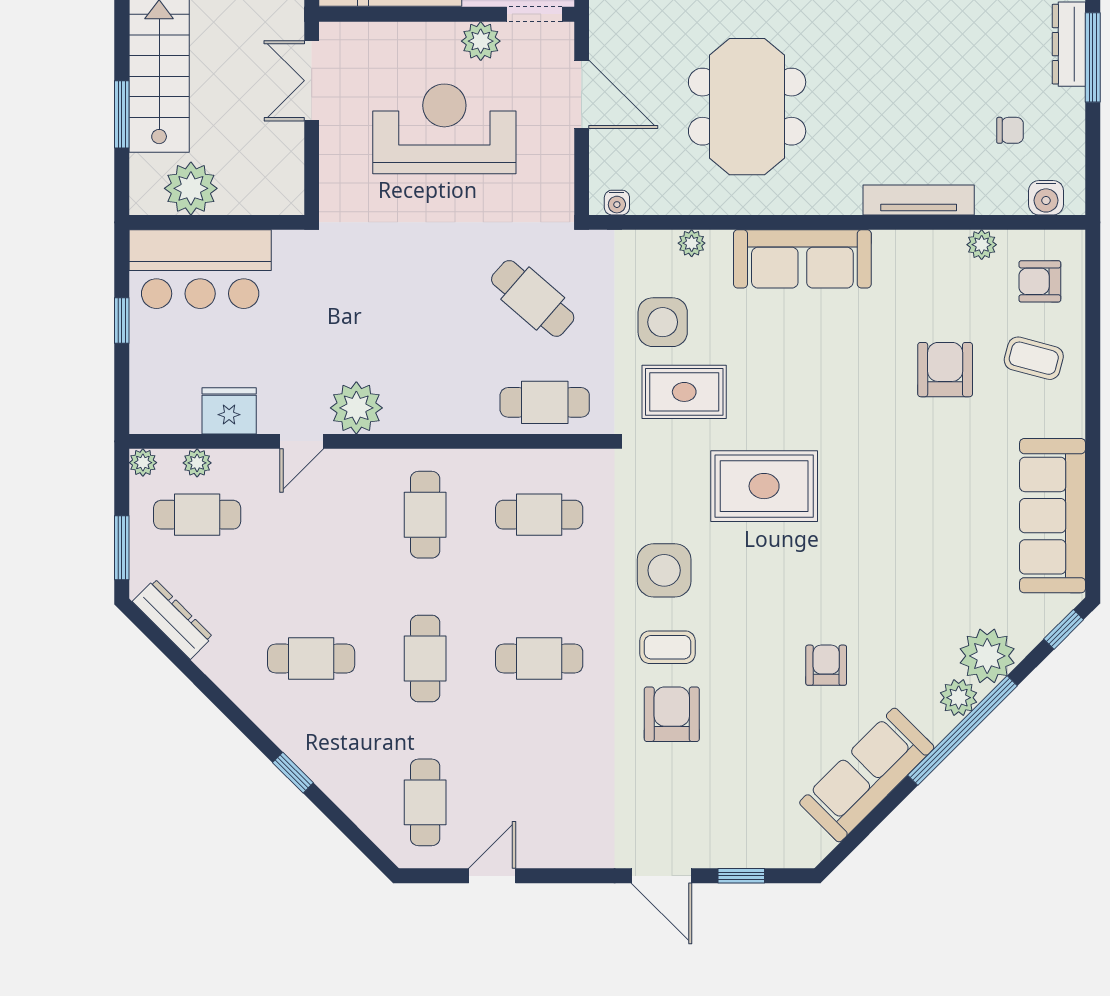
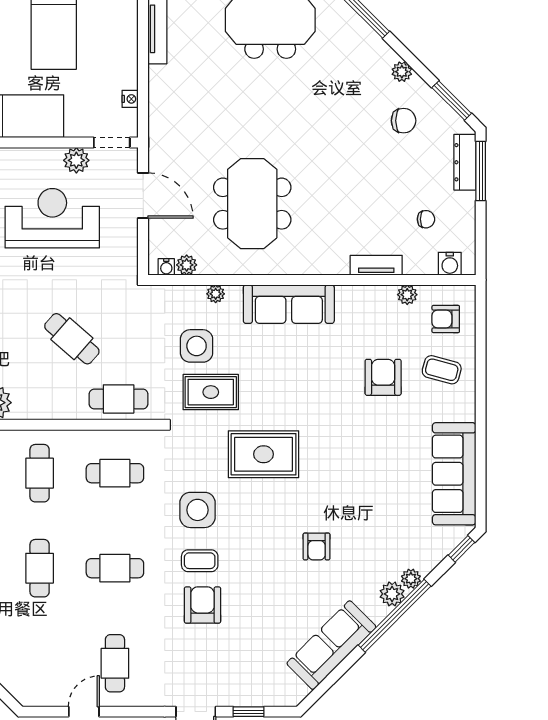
plant: (648, 200) -> (187, 265), added
tv unit: (919, 200) -> (376, 265), width x0.71
cafe table: (533, 298) -> (72, 339), moved
plant: (987, 656) -> (411, 579), width x0.53, depth x0.53
armchair: (826, 665) -> (317, 546), moved, turned 180
cafe table: (425, 802) -> (115, 663), moved

